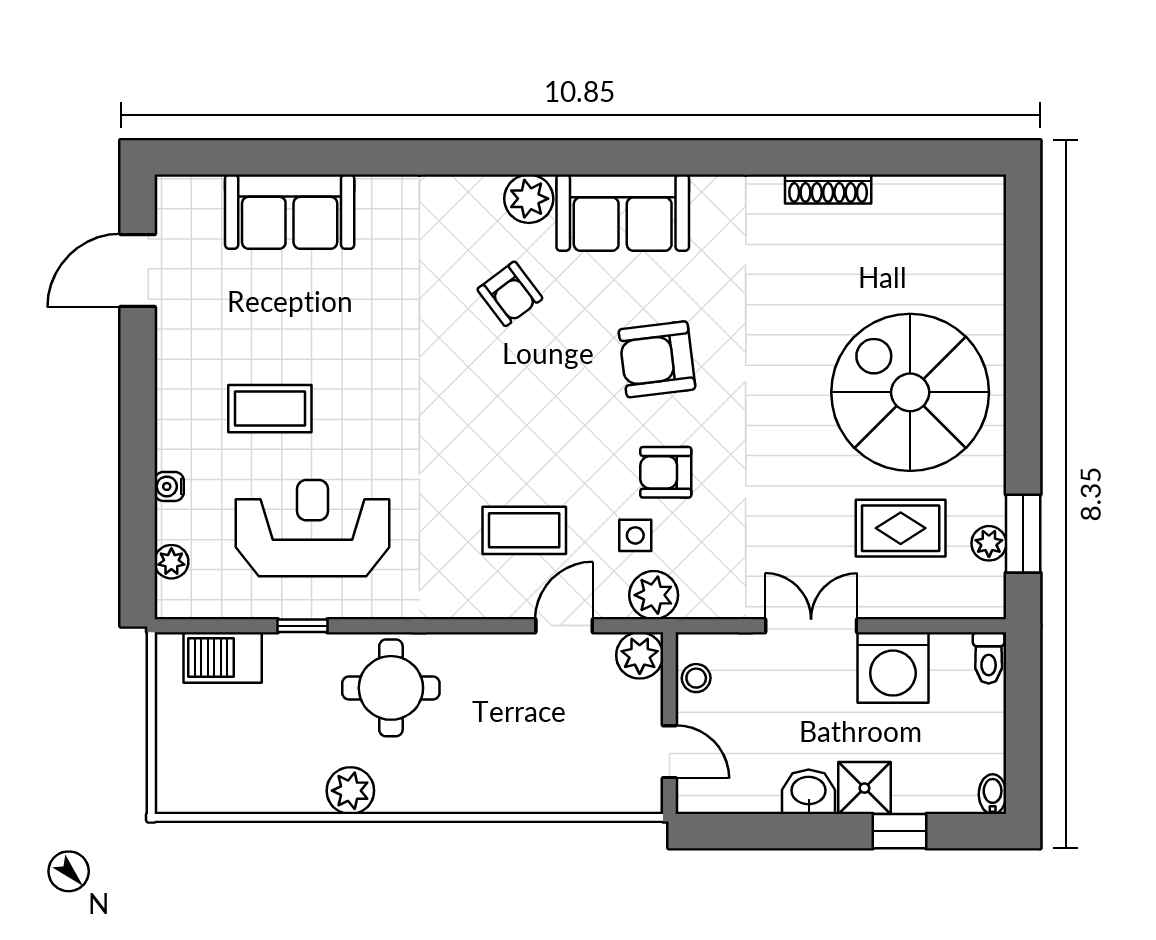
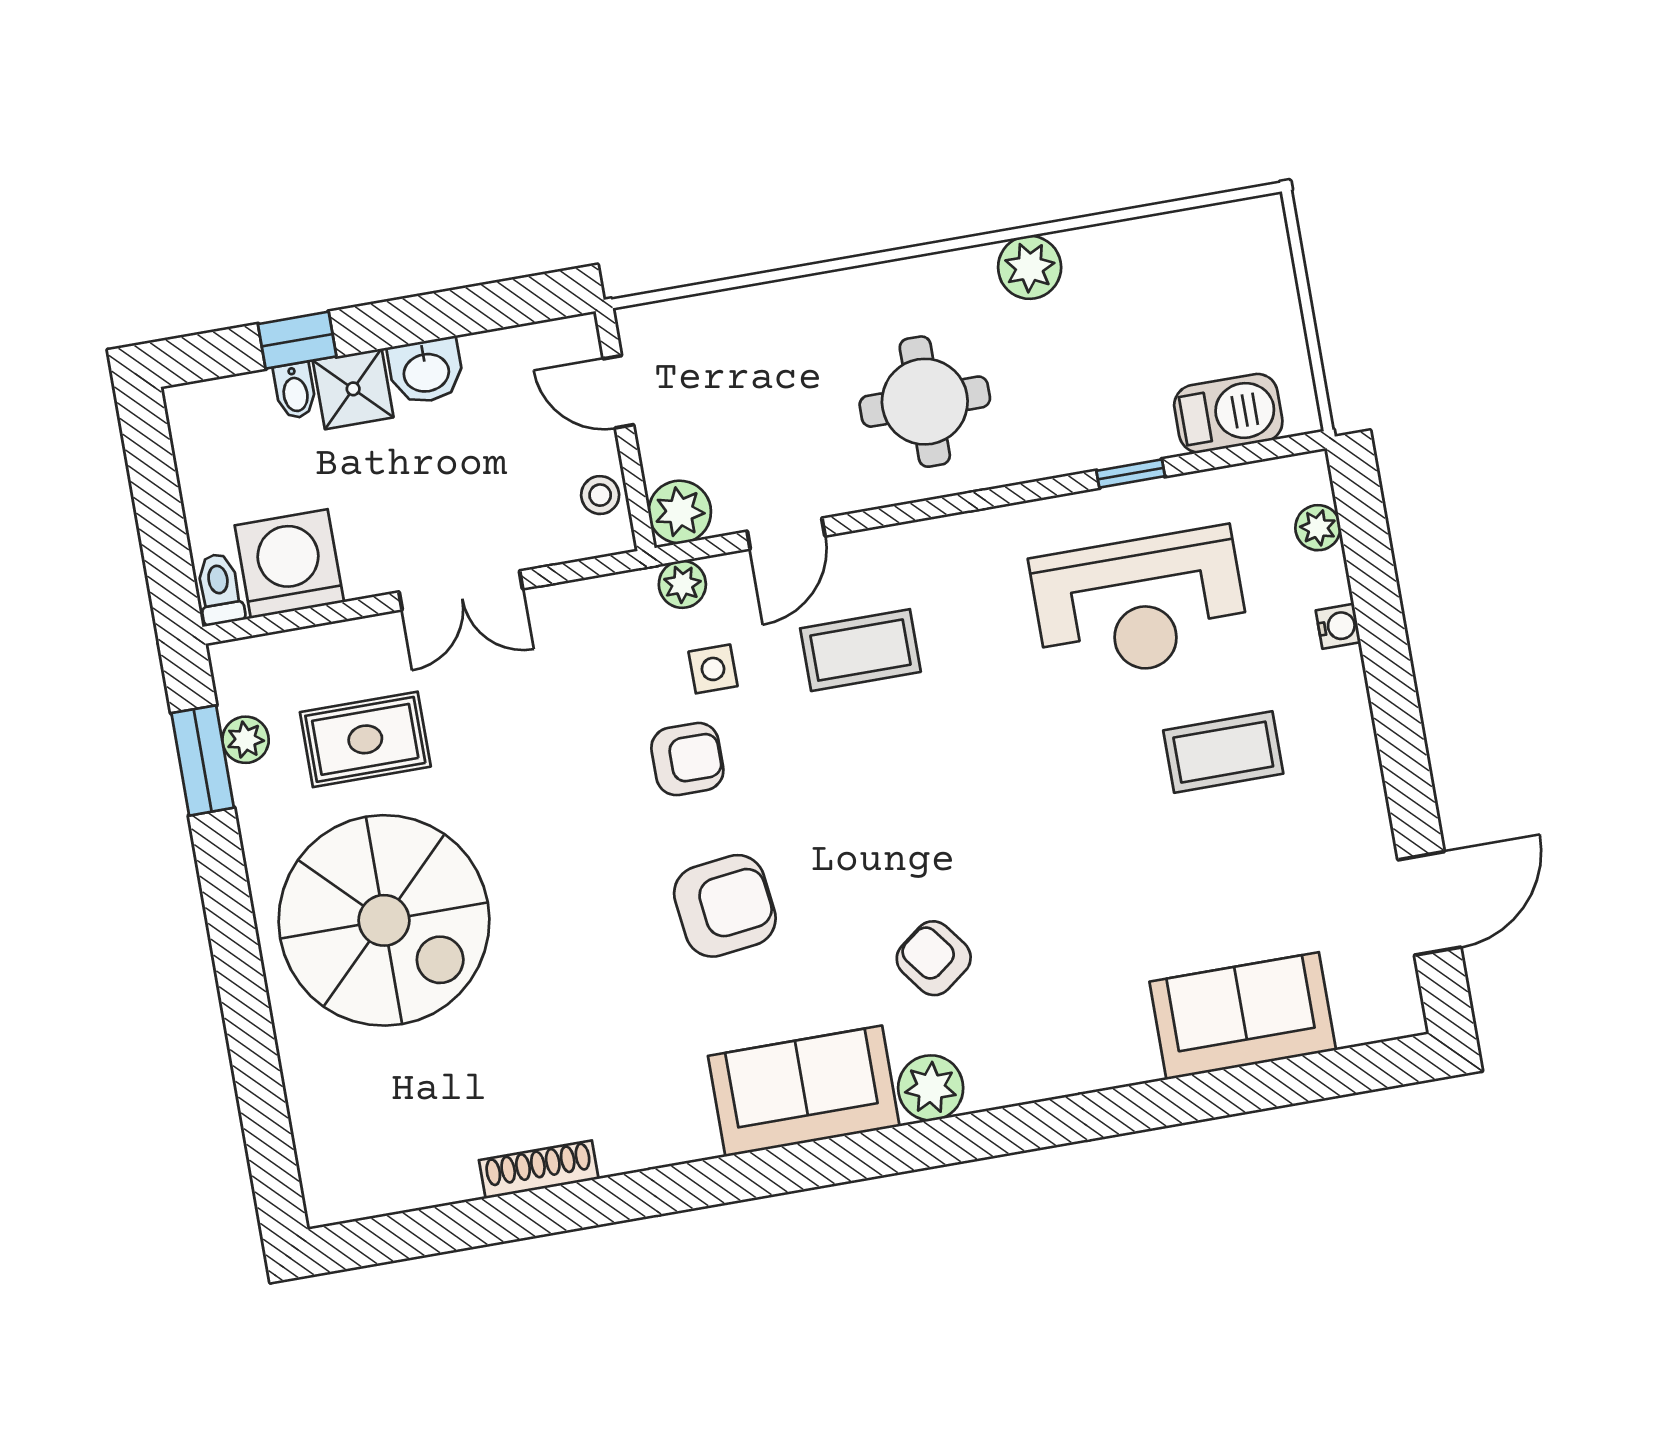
plant: (654, 595) -> (682, 584), width x0.73, depth x0.73
washing machine: (893, 667) -> (289, 564), moved
round table: (391, 688) -> (925, 402), moved
bidet: (993, 794) -> (295, 391), moved

